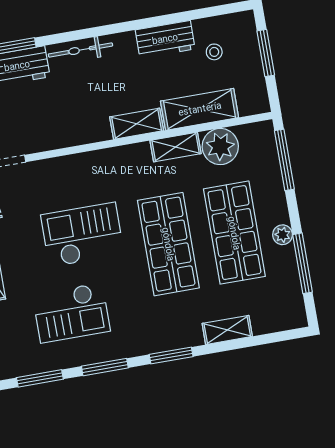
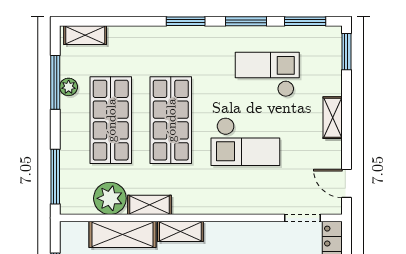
plant: (283, 235) -> (69, 87), moved
shelving: (227, 330) -> (85, 35), moved

